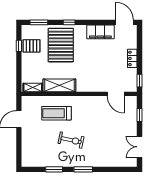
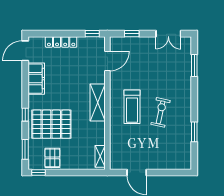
window: (19, 46) -> (38, 172), moved
locker: (132, 58) -> (61, 42), width x1.53
shelving: (59, 85) -> (98, 103), moved
treadmill: (57, 113) -> (132, 107), moved
window: (83, 169) -> (194, 66), moved

